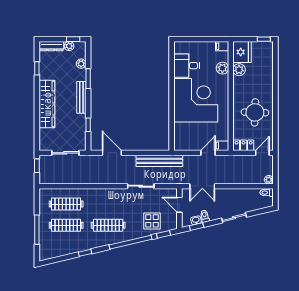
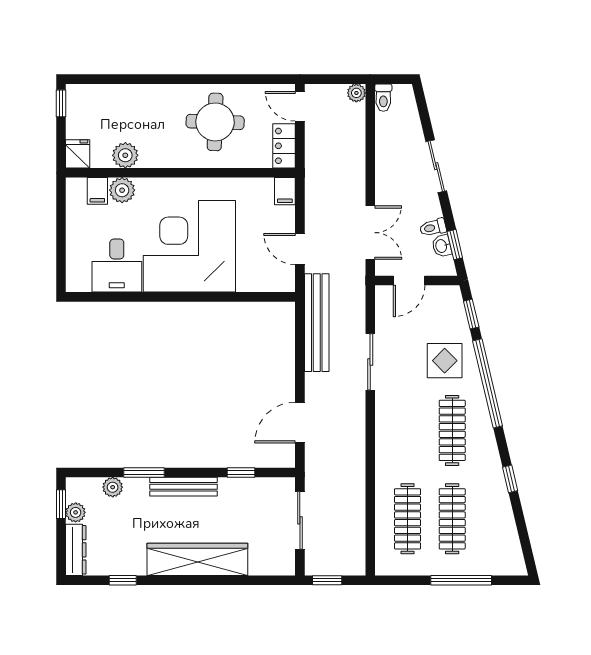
filing cabinet: (222, 46) -> (97, 191), moved
fridge: (242, 52) -> (78, 154), width x0.53, depth x0.75
door: (208, 153) -> (300, 249), moved
display table: (152, 221) -> (445, 361), moved

